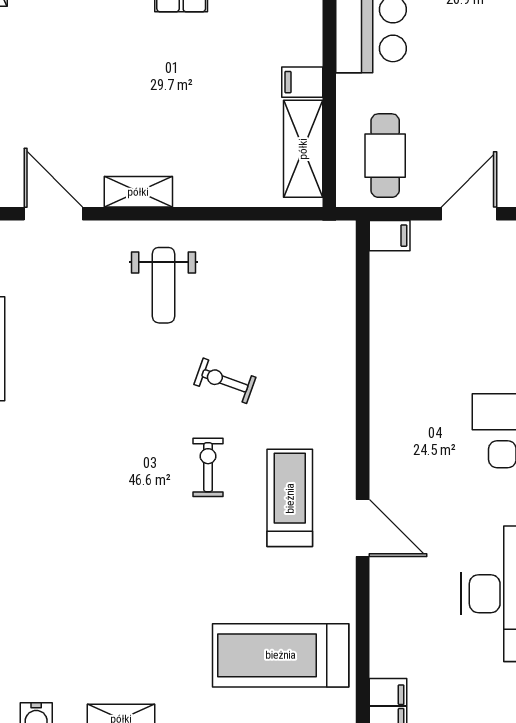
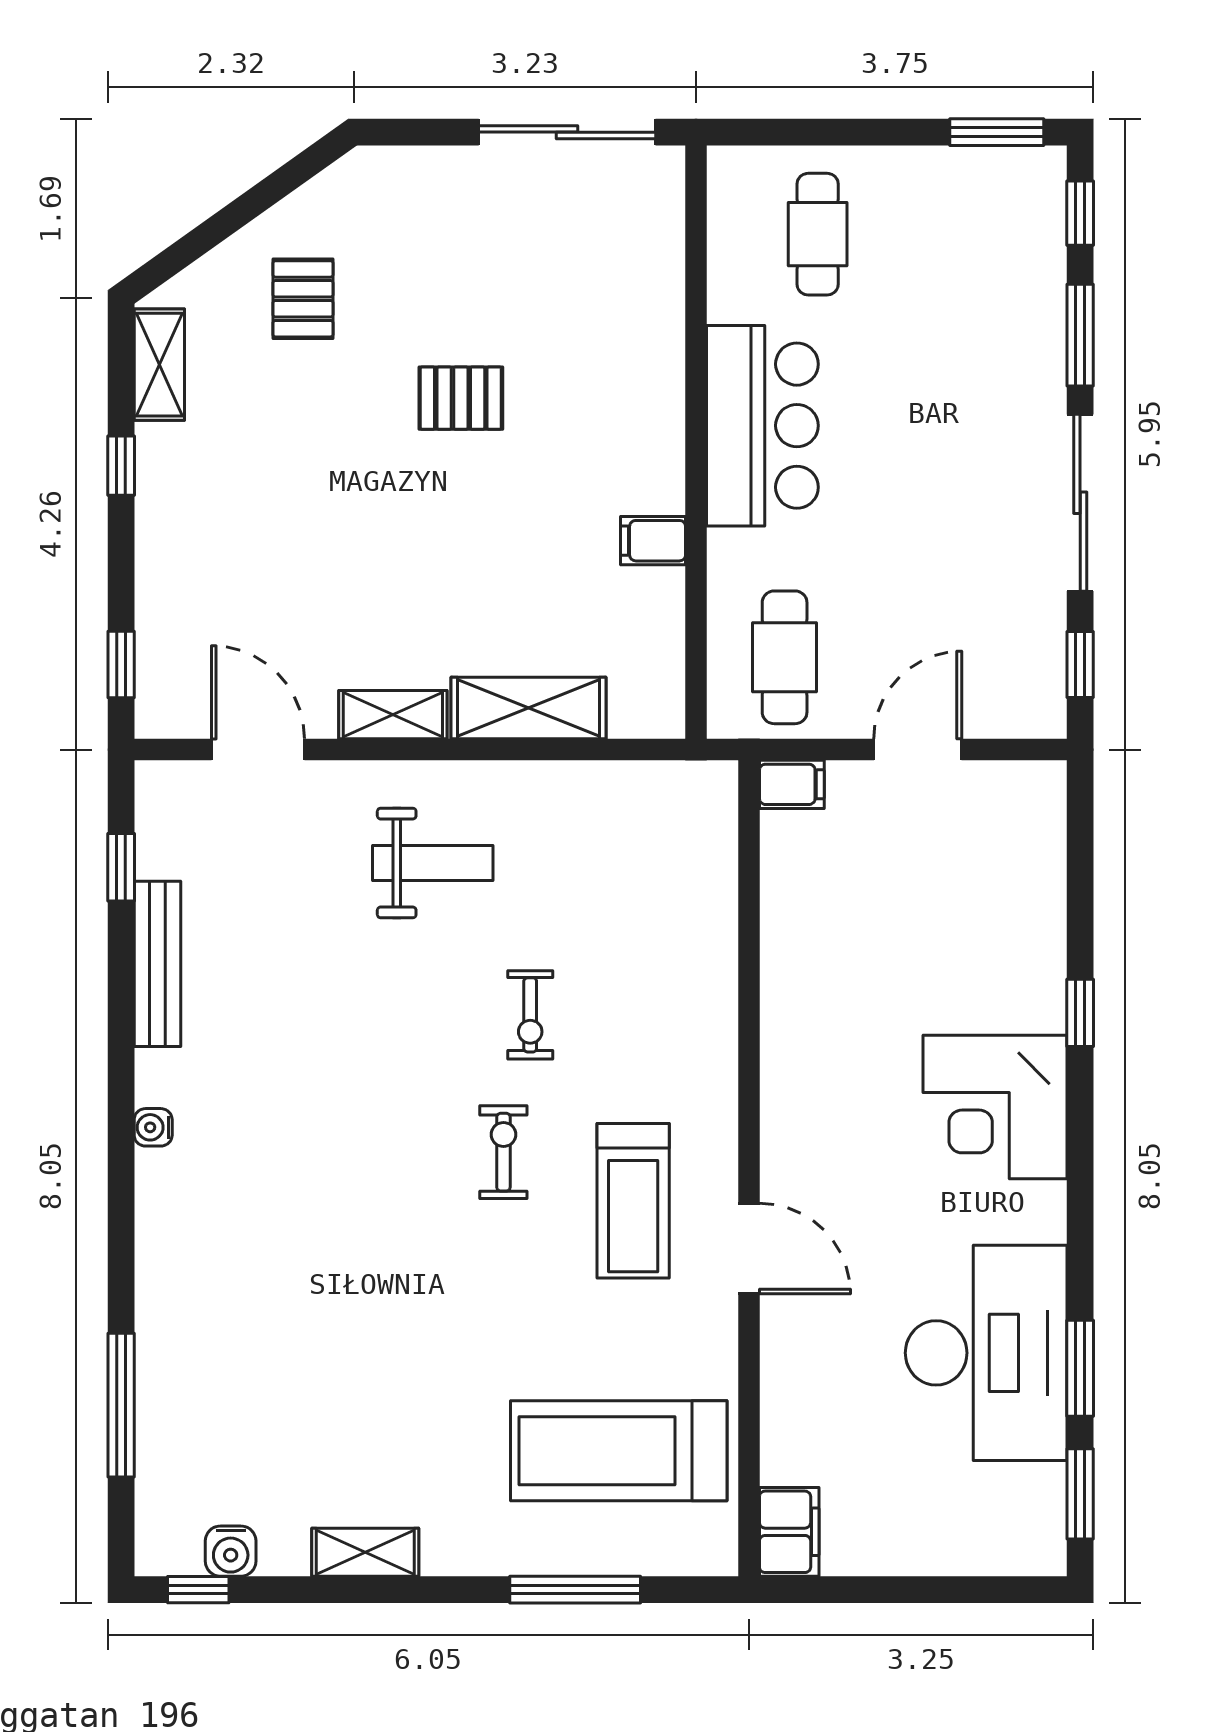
shelving: (303, 149) -> (528, 708), moved, turned 90
weight bench: (163, 285) -> (433, 863), turned -90
exercise bike: (225, 381) -> (530, 1015), turned -110
treadmill: (290, 498) -> (633, 1201), turned 180

